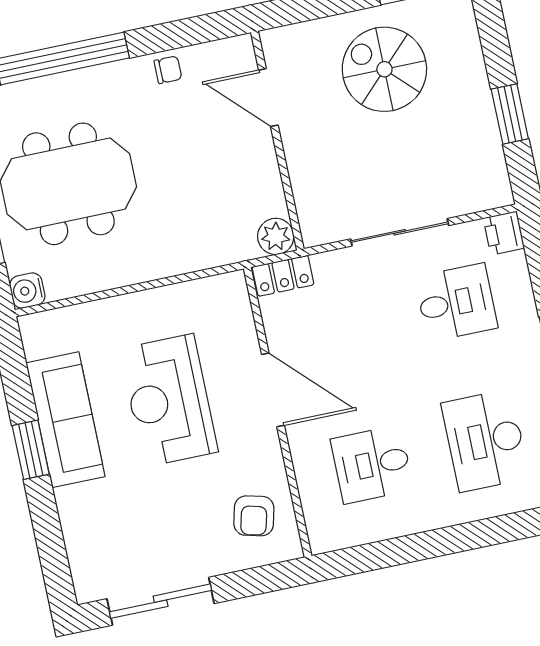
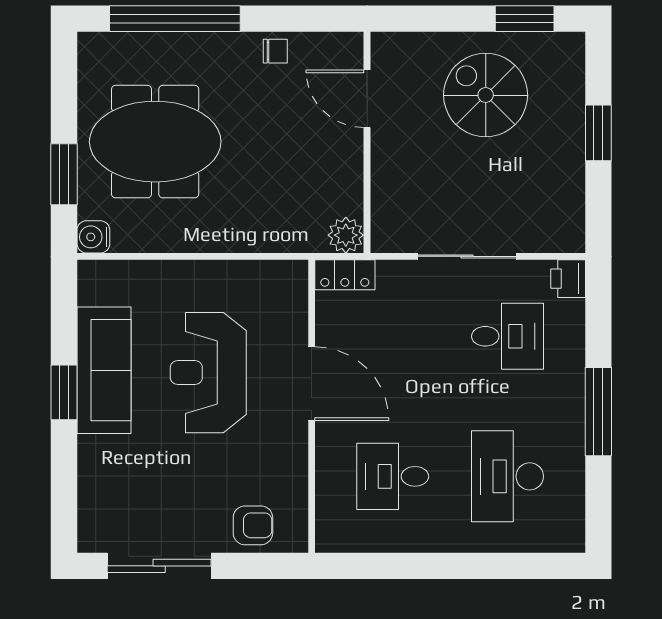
window: (510, 114) -> (598, 133), moved
armchair: (254, 516) -> (253, 525), moved, turned -104

